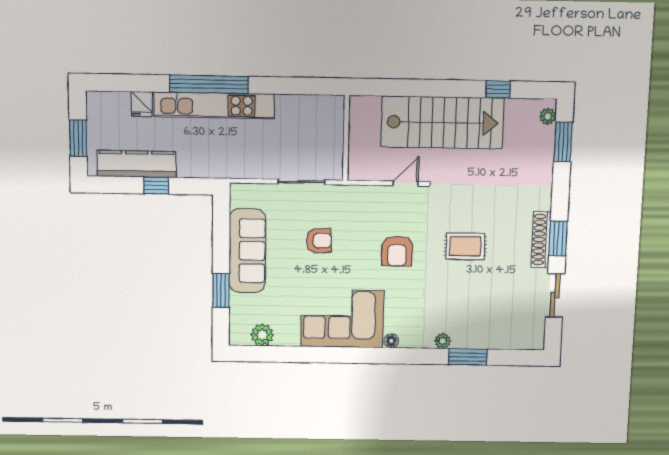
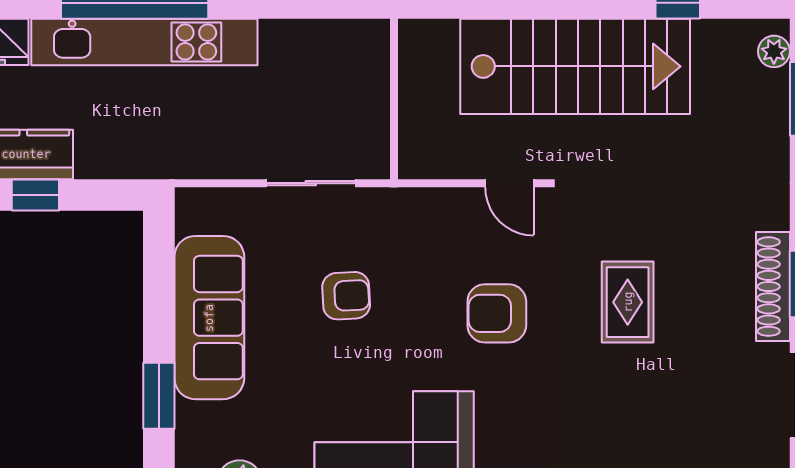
door: (406, 184) -> (509, 183), swing flipped
rug: (465, 246) -> (628, 302), turned 90
armchair: (397, 251) -> (497, 313), turned 90

